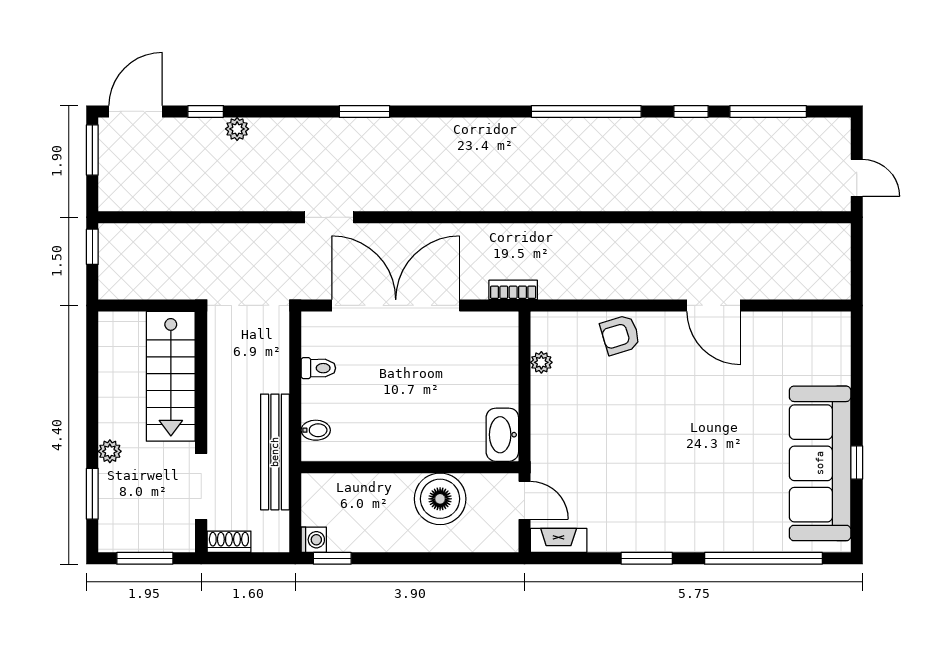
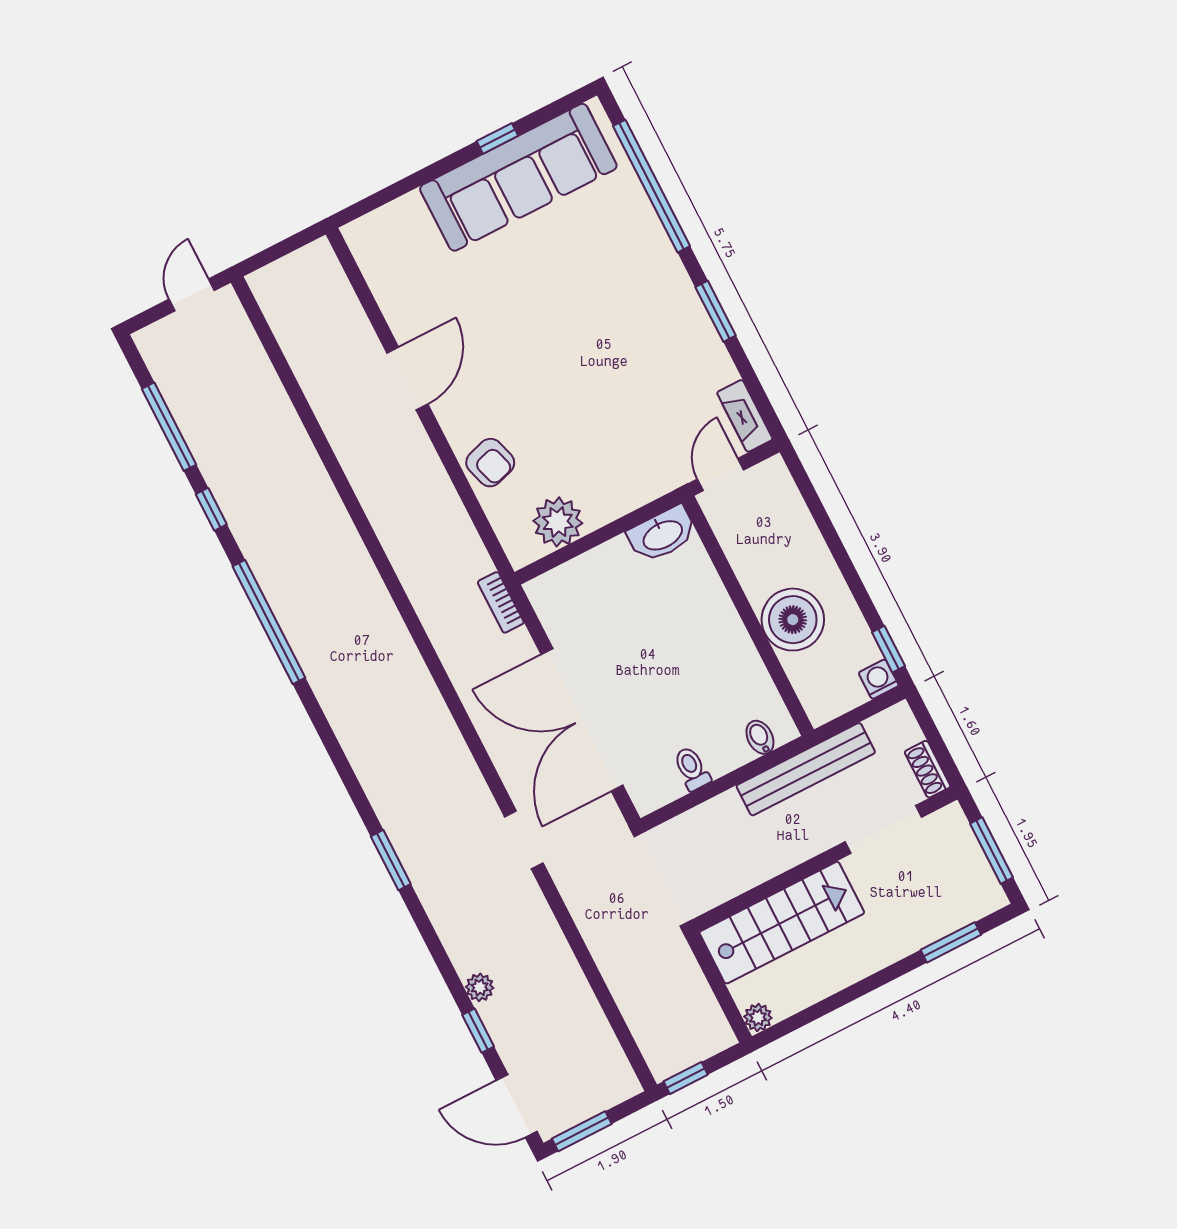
plant: (541, 362) -> (558, 522), width x1.87, depth x1.87
plant: (110, 451) -> (758, 1017), moved
boiler: (440, 499) -> (793, 620), moved

